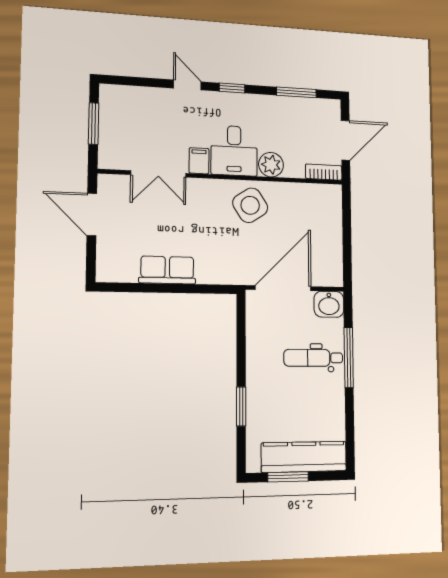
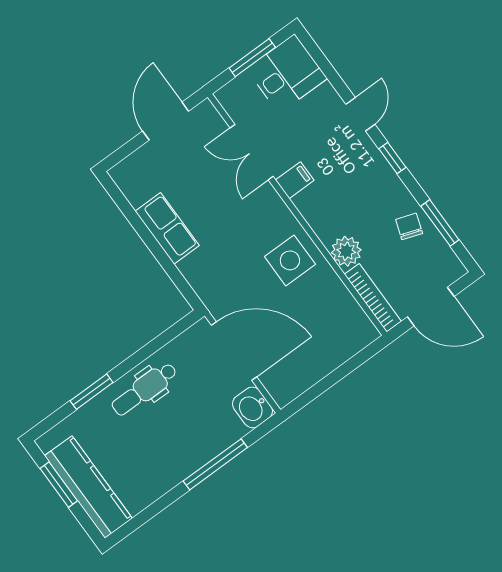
chair: (284, 113) -> (409, 226), added
desk: (234, 151) -> (287, 74), moved, turned 180
bookcase: (324, 172) -> (373, 298), width x1.56
side table: (250, 205) -> (290, 260), turned 33
dental chair: (313, 358) -> (144, 389), moved, turned -90

